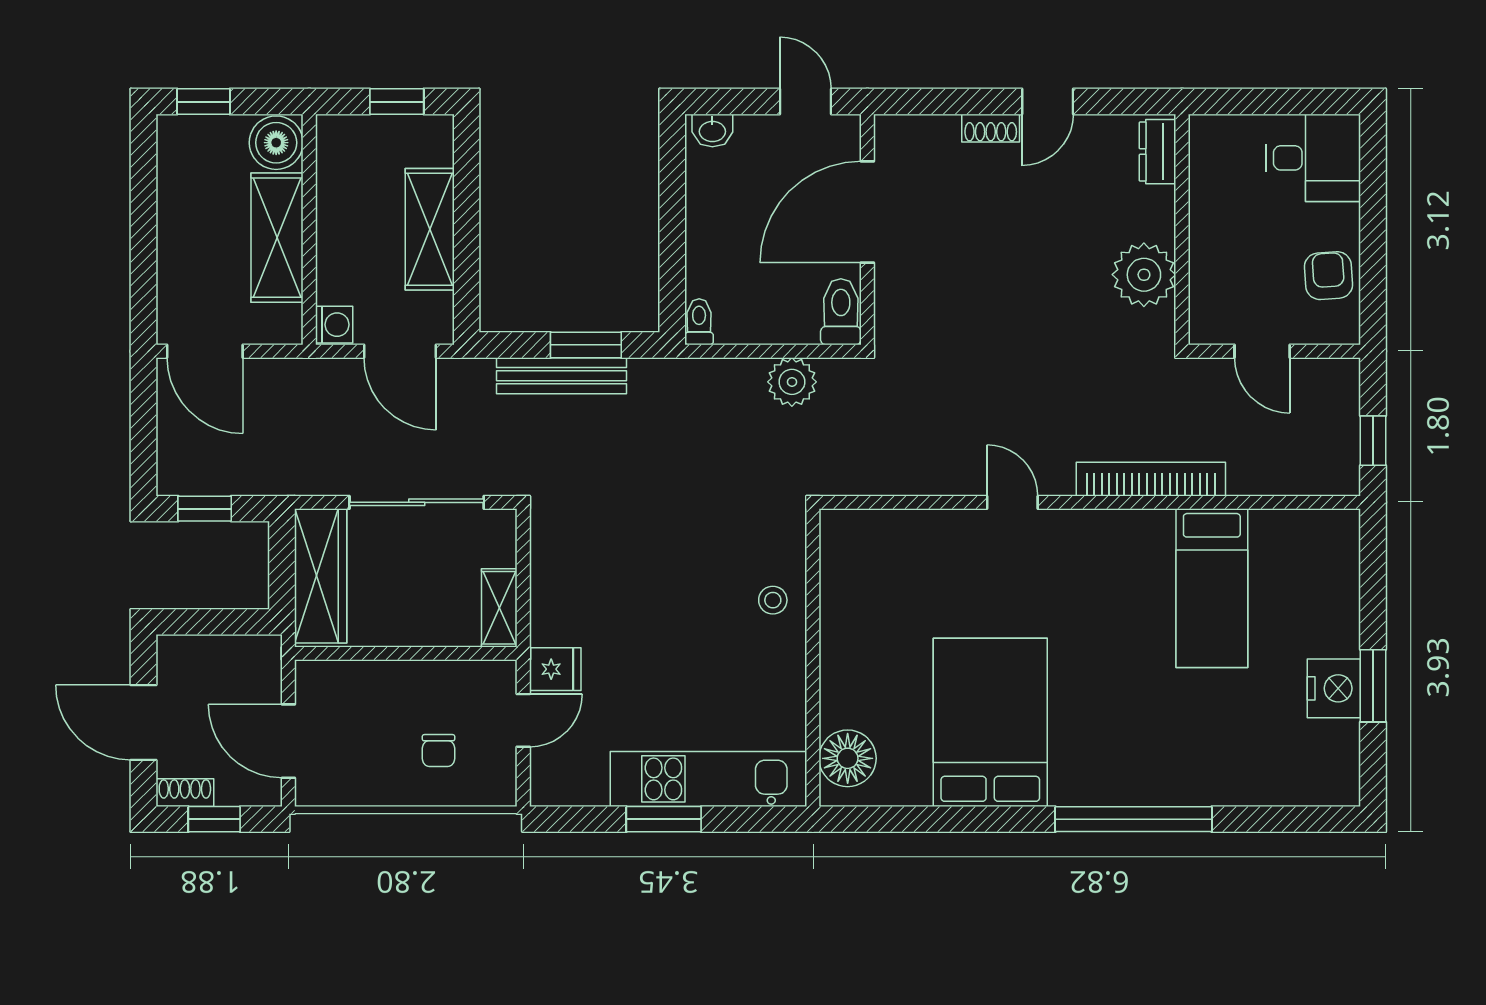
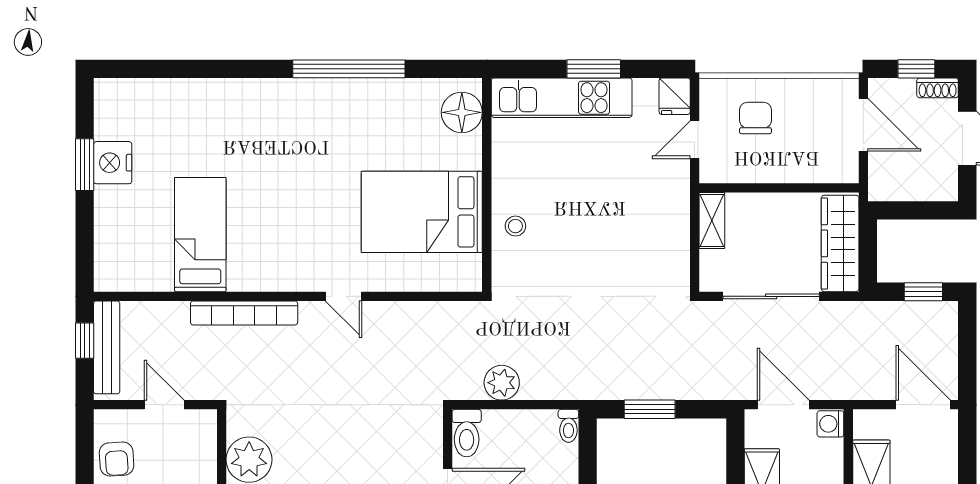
bench: (562, 376) -> (107, 347), moved, turned 90
fridge: (555, 669) -> (675, 96), moved, turned -90
bed: (990, 722) -> (422, 212), moved, turned 90
chair: (438, 751) -> (755, 118), width x1.37, depth x1.37
window: (1133, 819) -> (349, 69), moved

